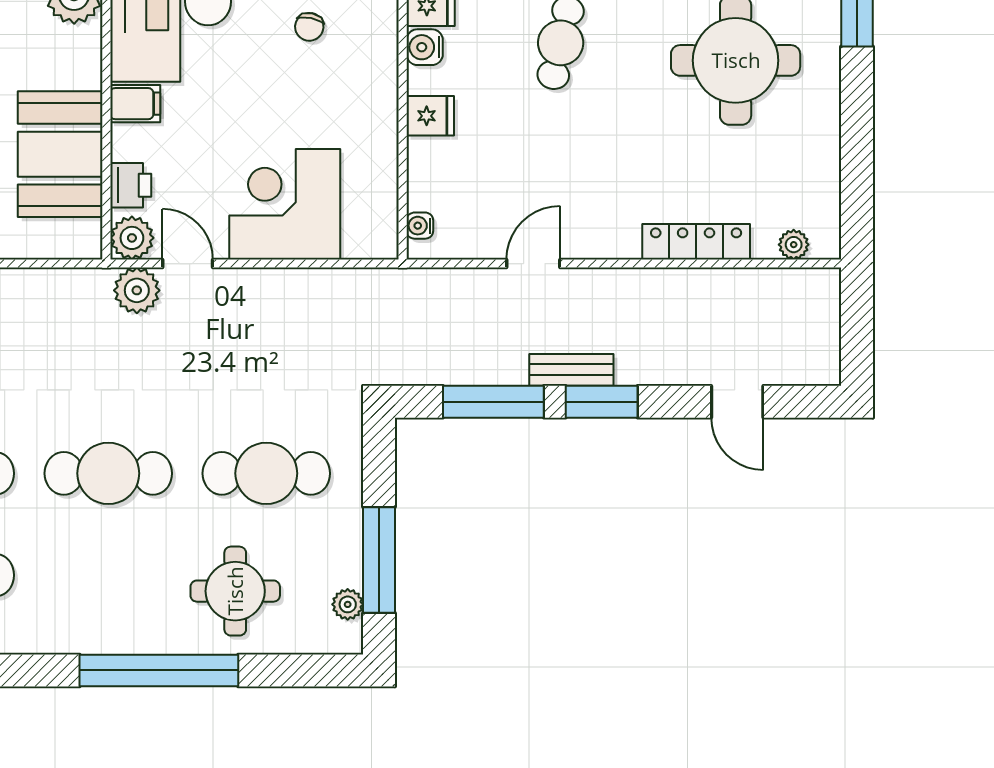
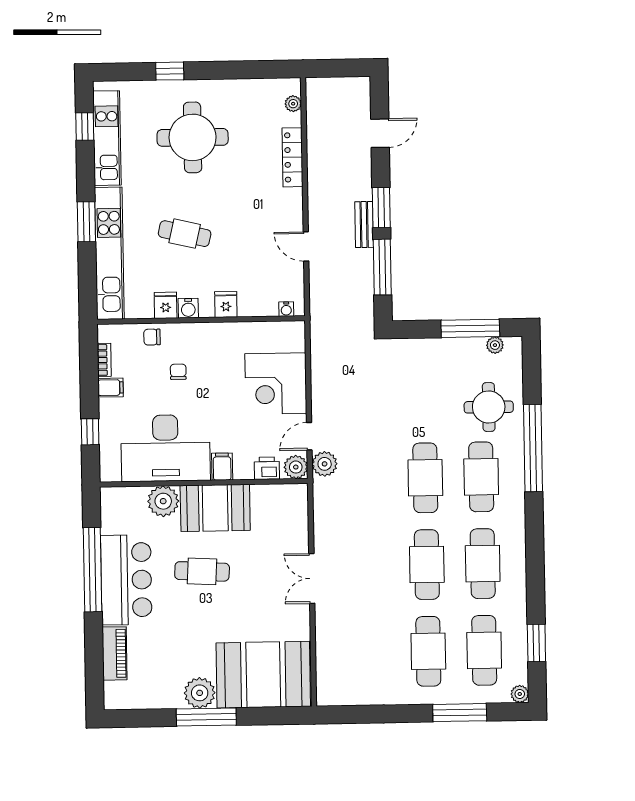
chair: (309, 27) -> (178, 372), turned -102
booth: (60, 154) -> (215, 508), moved
cafe table: (266, 473) -> (481, 477), moved

